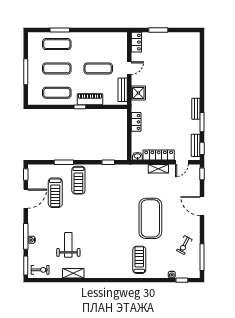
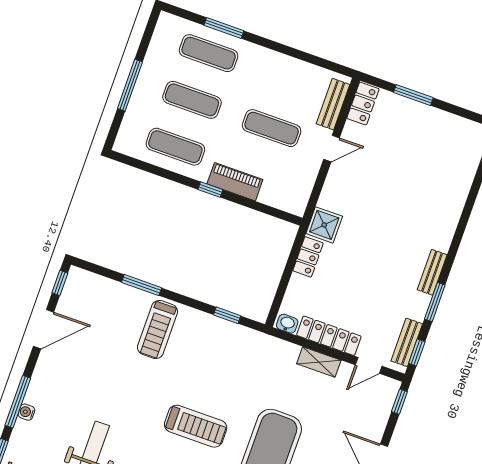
bench: (123, 90) -> (333, 104), moved
shower: (138, 93) -> (324, 225), moved
treadmill: (55, 193) -> (196, 426), moved, turned -90

